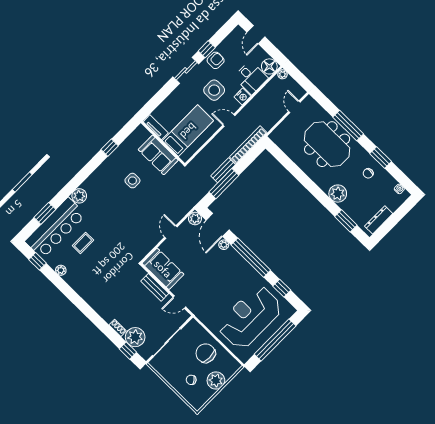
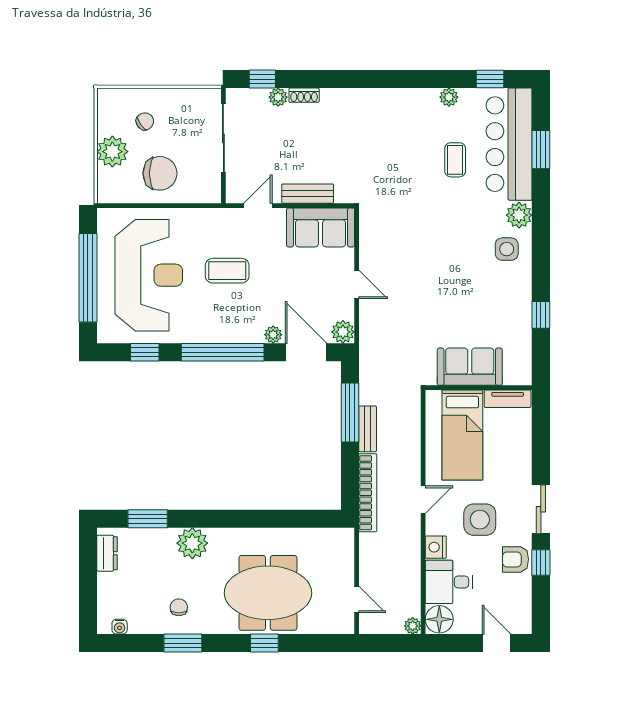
armchair: (216, 60) -> (515, 559), turned 90
window: (348, 126) -> (264, 643), width x0.46
side table: (132, 181) -> (507, 249), moved
dresser: (379, 220) -> (107, 553), width x0.70
coffee table: (217, 288) -> (227, 271), added
plant: (135, 337) -> (278, 97), width x0.53, depth x0.53

